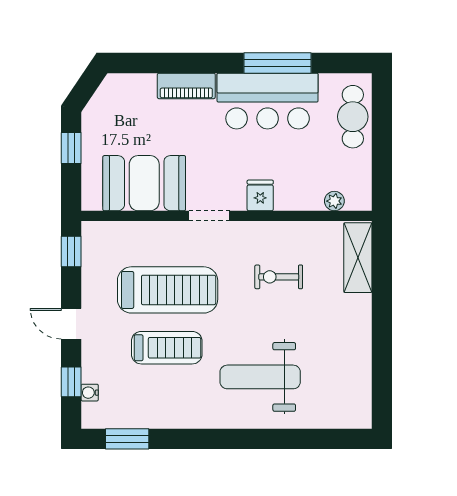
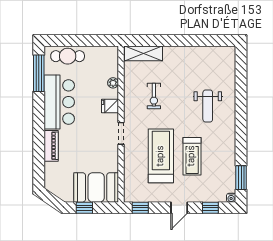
window: (277, 63) -> (39, 73), moved
booth: (144, 183) -> (96, 187), moved, turned 90
plant: (334, 201) -> (113, 83), moved
treadmill: (167, 348) -> (192, 156), turned 180
weight bench: (260, 377) -> (208, 106), width x0.73, depth x0.75
water cooler: (90, 393) -> (231, 198), moved

